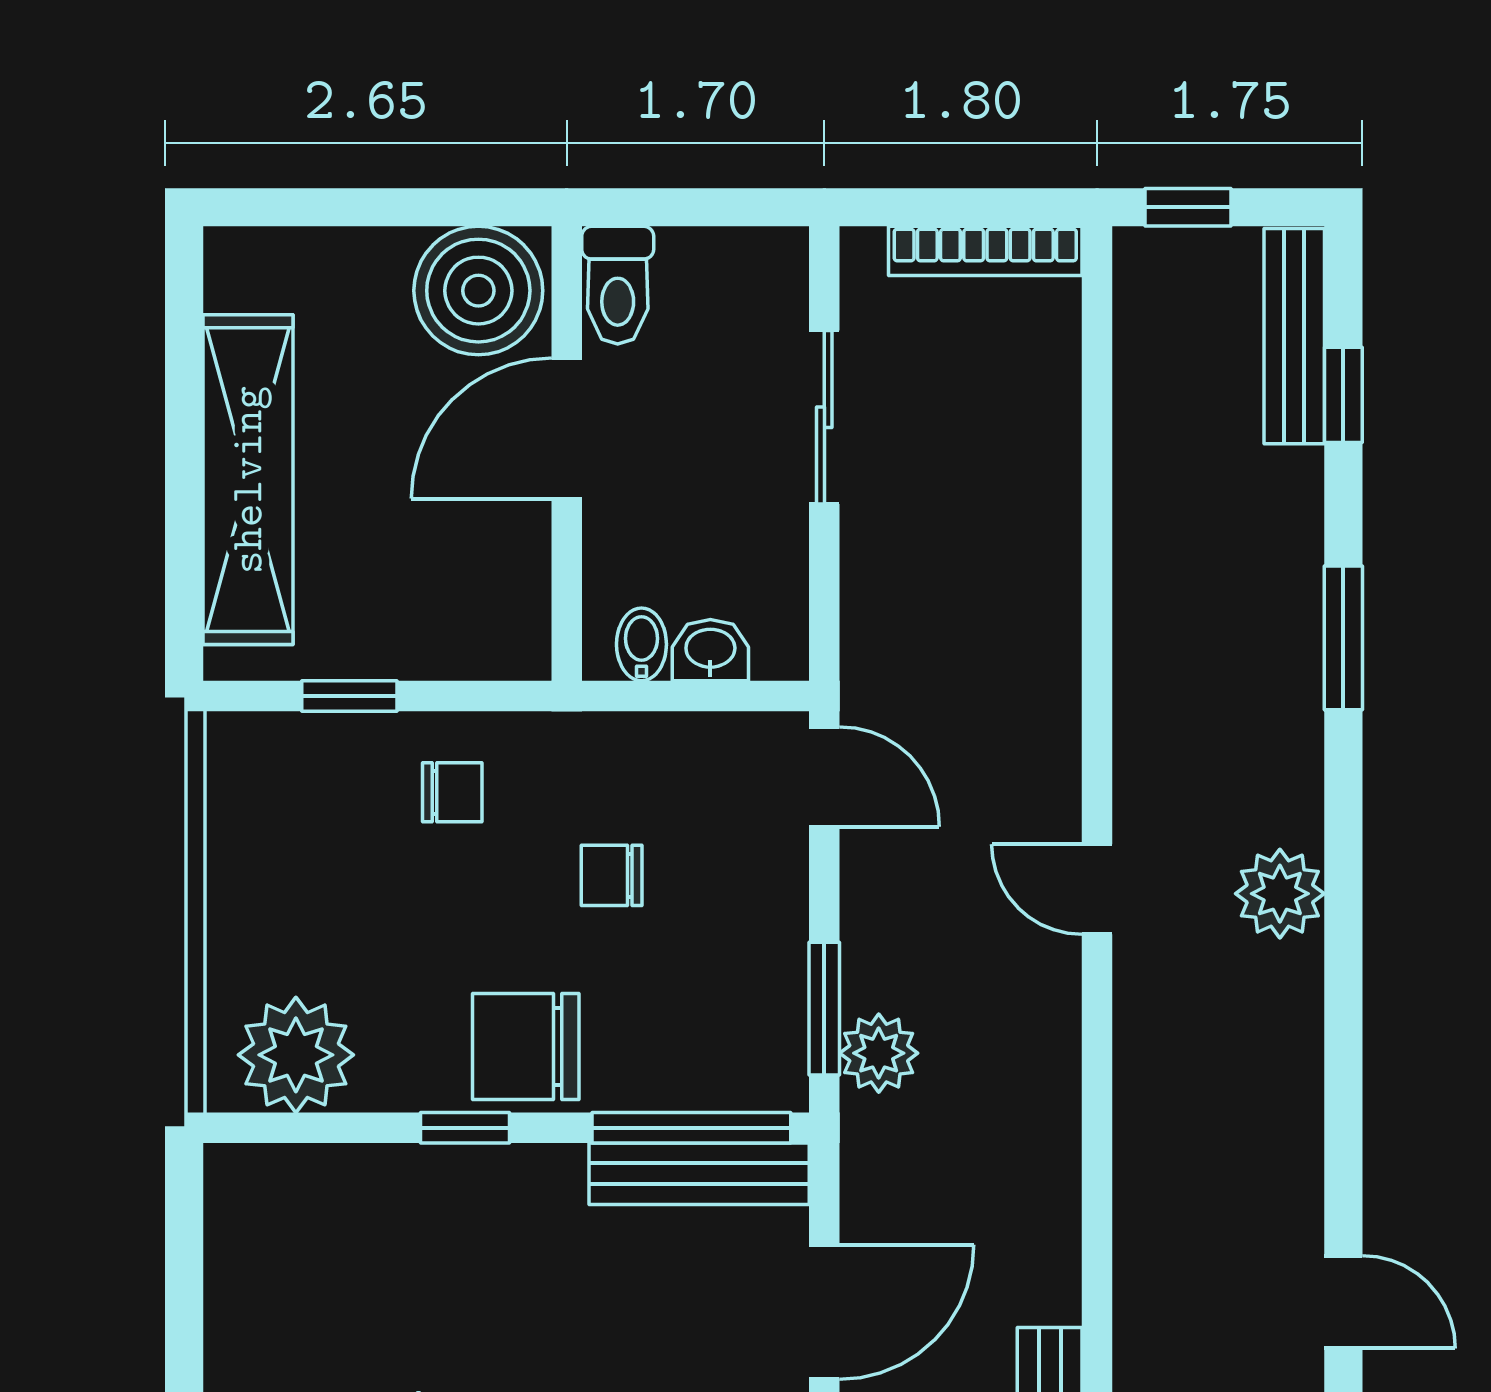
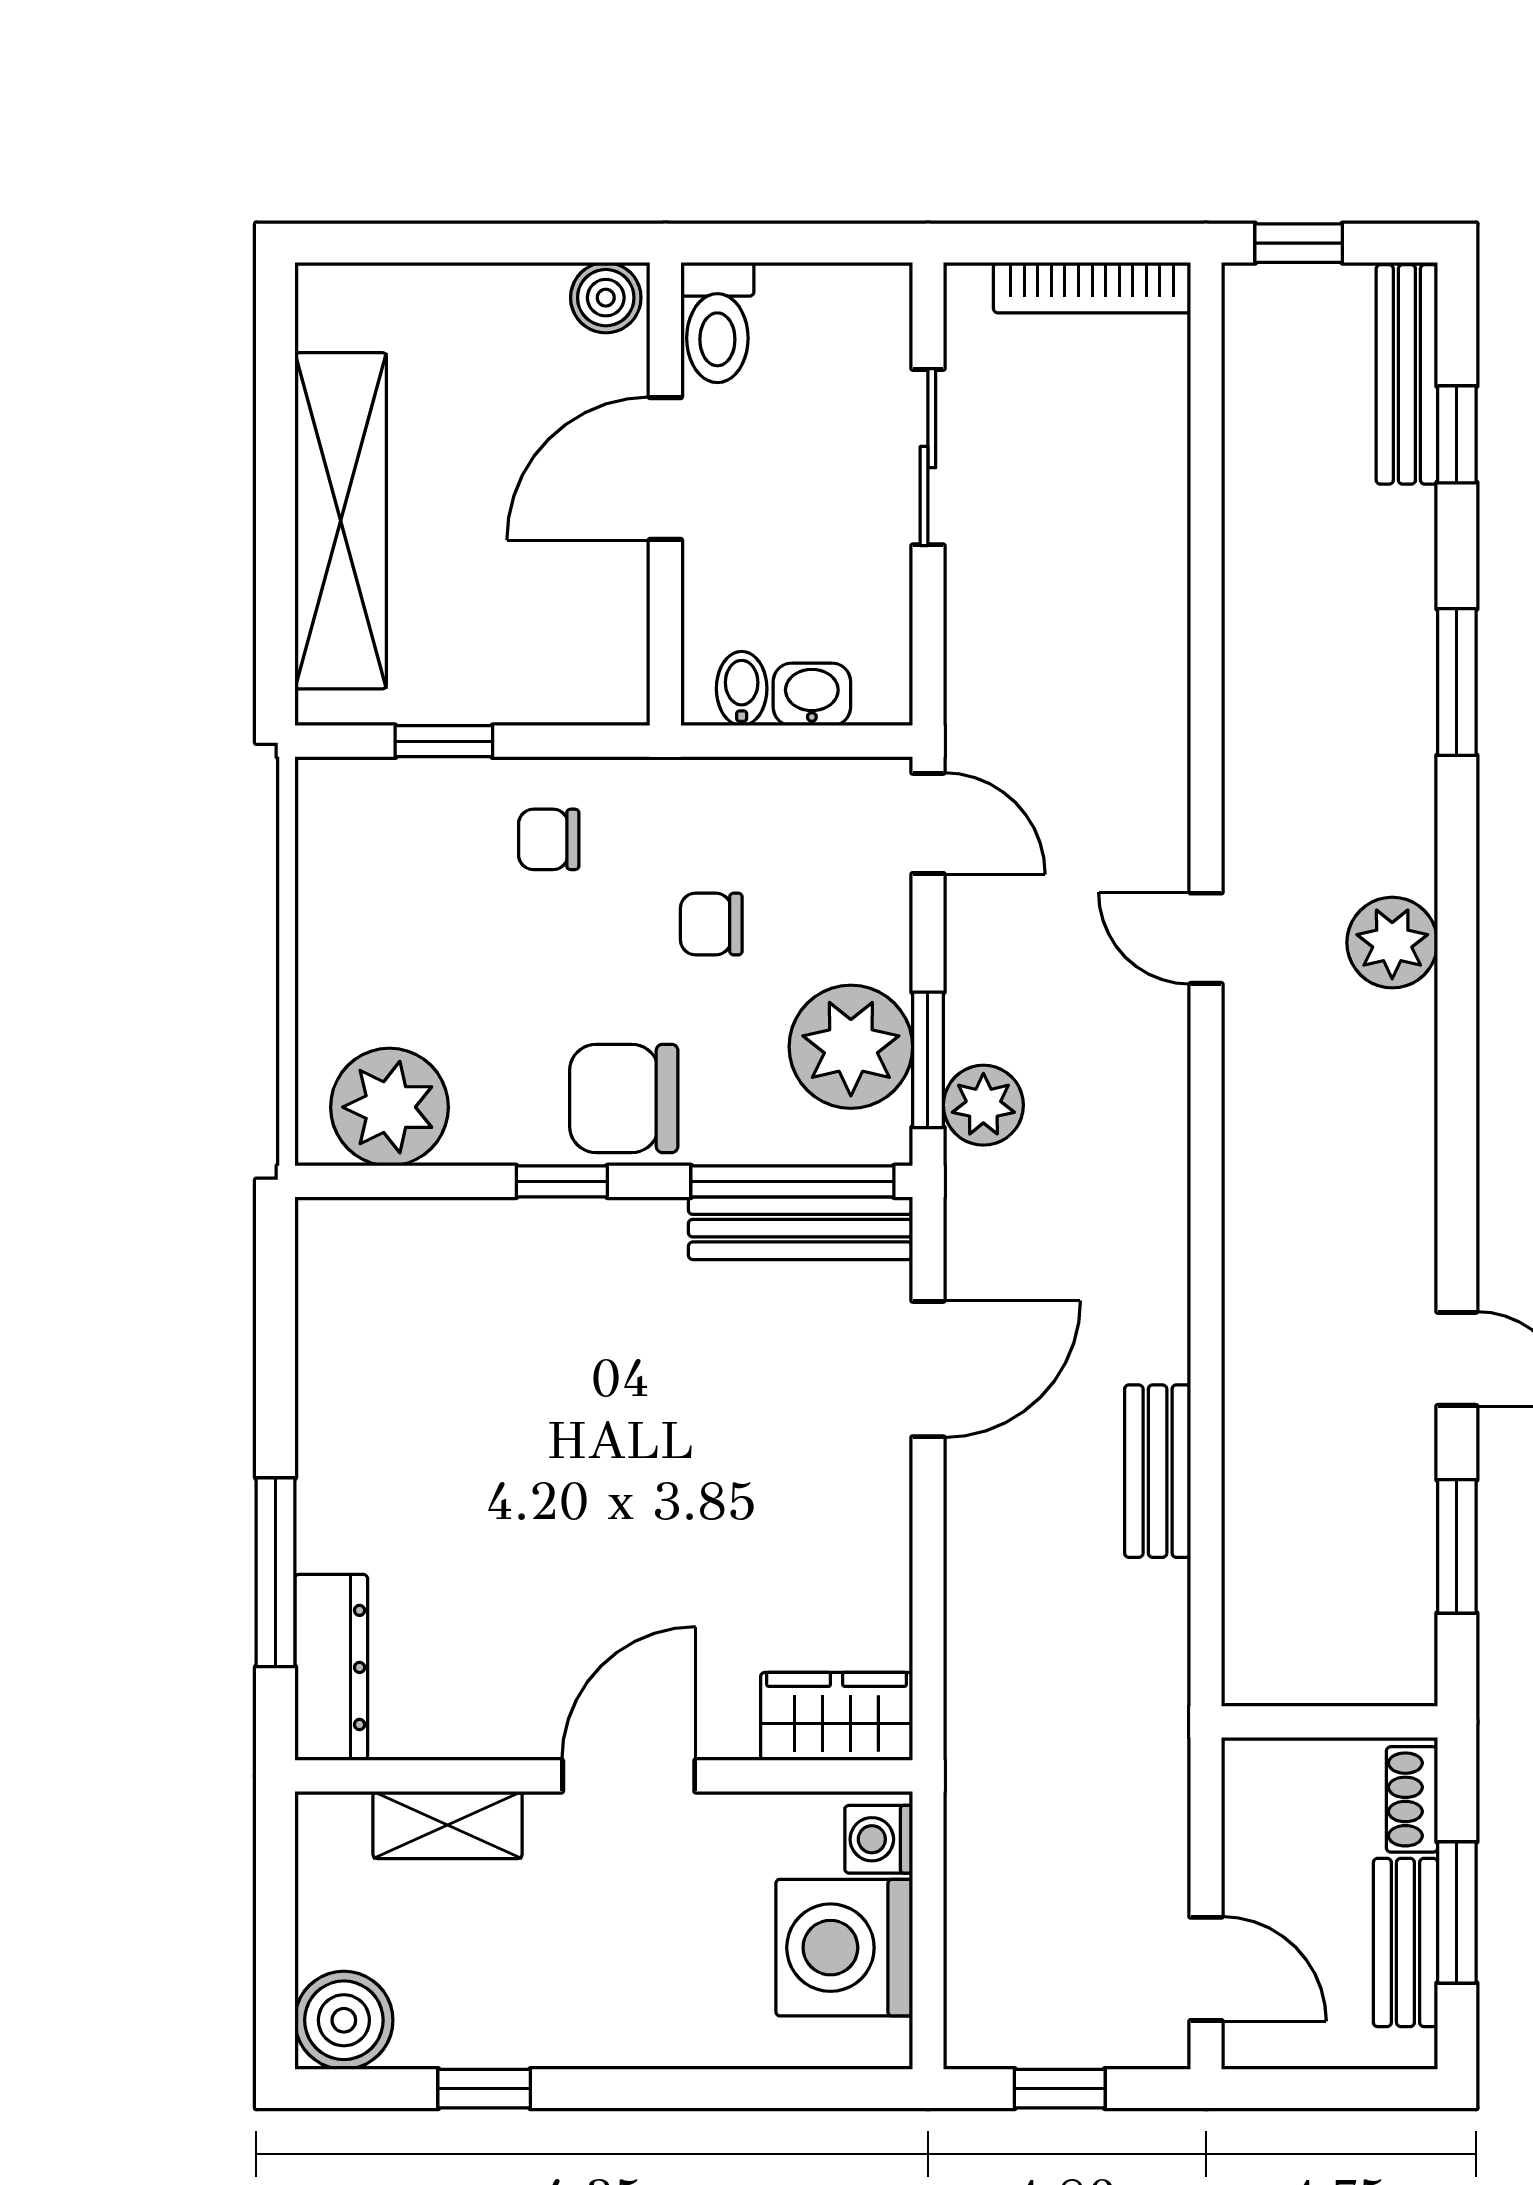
boiler: (478, 291) -> (606, 298), width x0.54, depth x0.54
chair: (452, 792) -> (549, 839), turned 180
plant: (749, 996) -> (851, 1047), added

